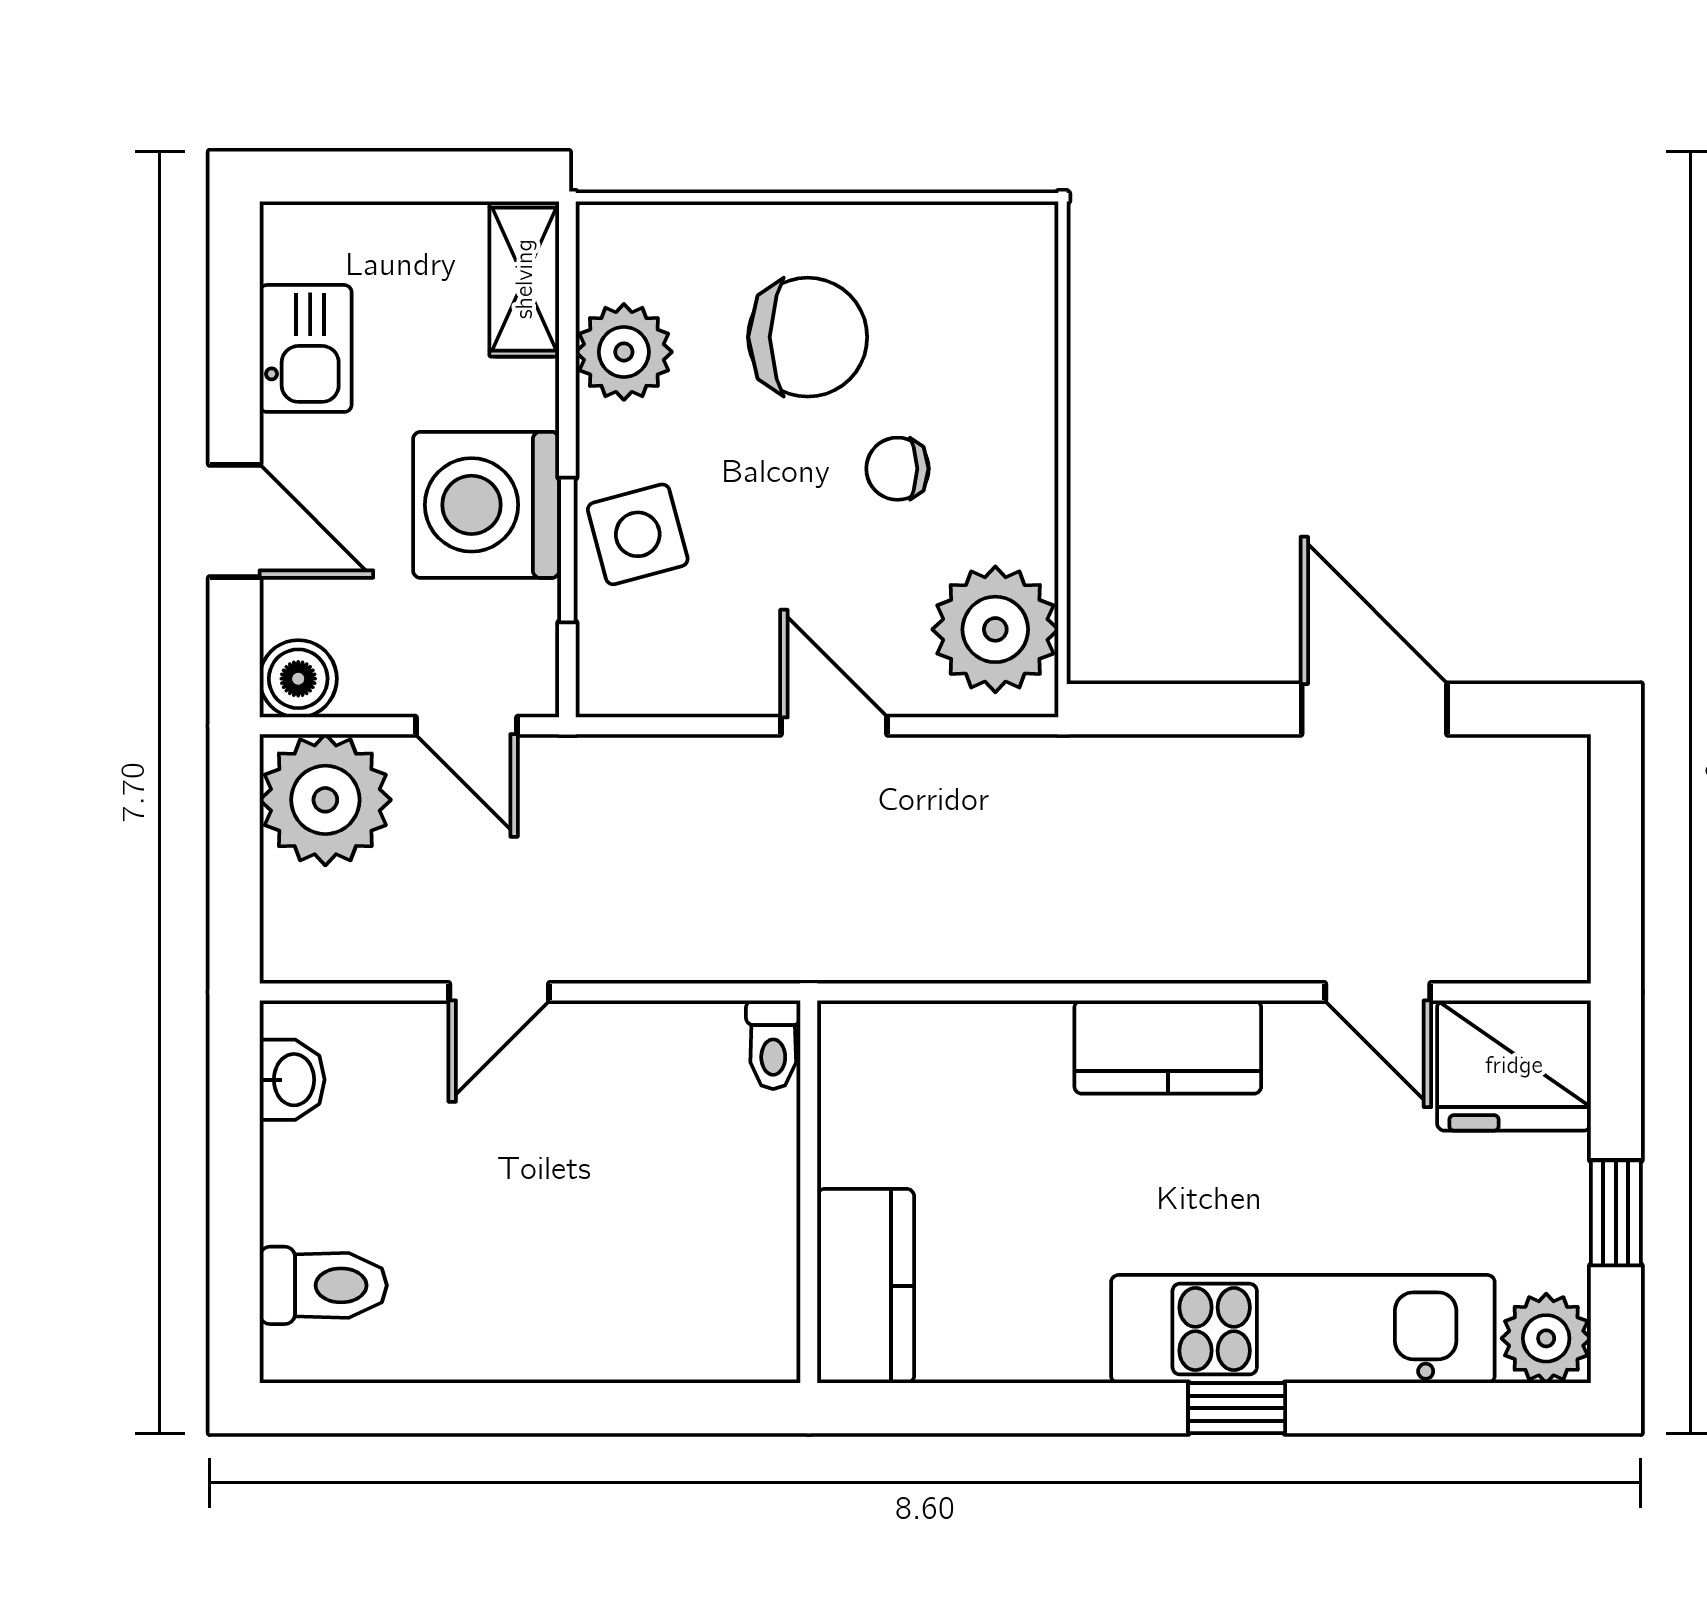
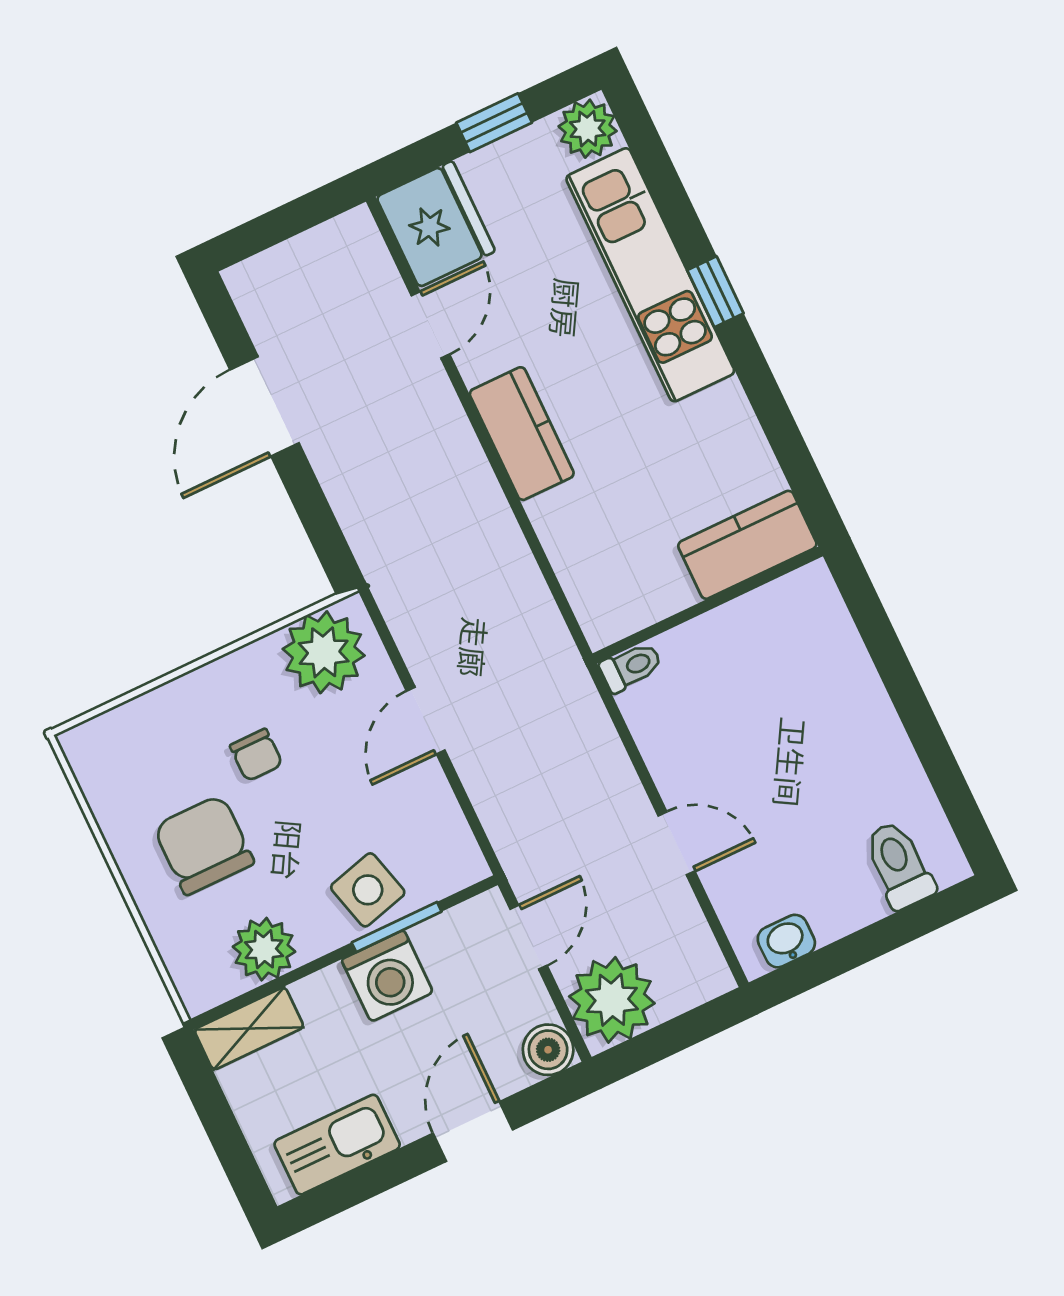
kitchen sink: (306, 348) -> (337, 1145), width x1.38
washing machine: (486, 505) -> (387, 976), width x0.73, depth x0.73

